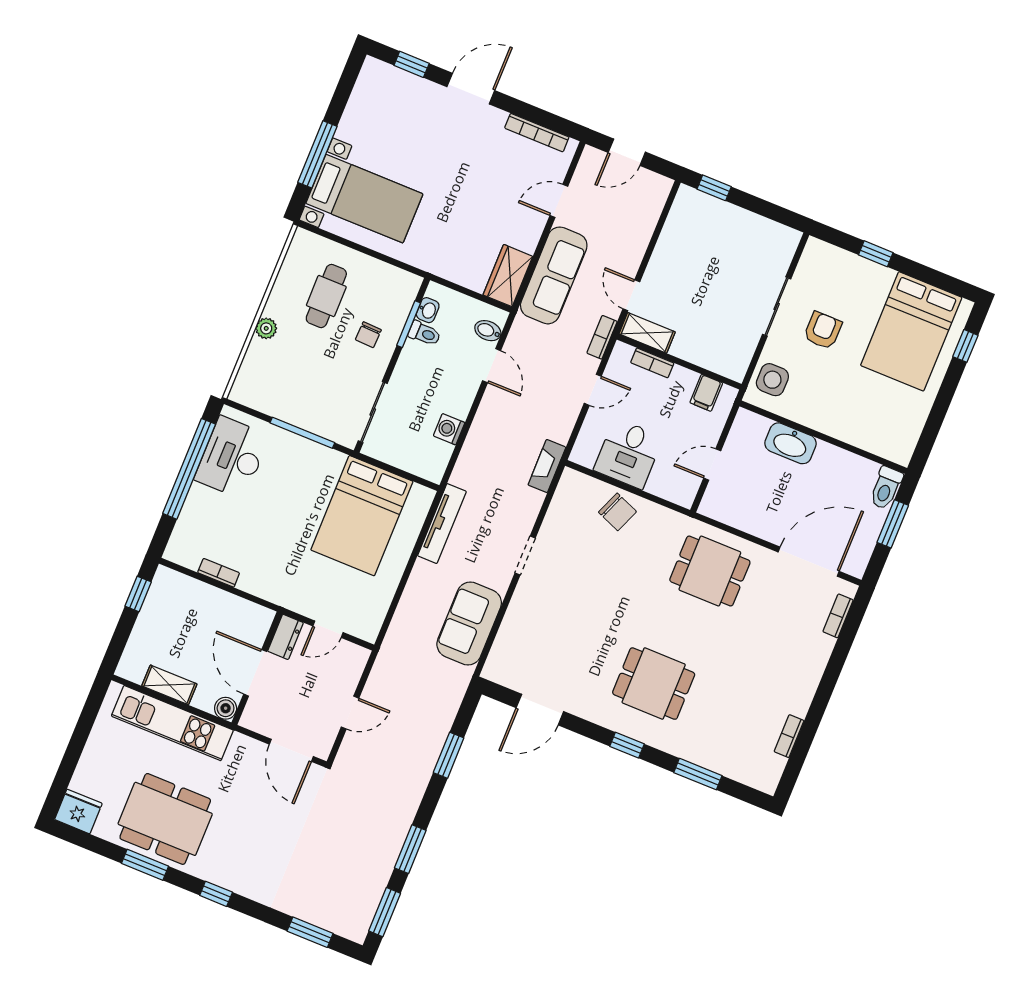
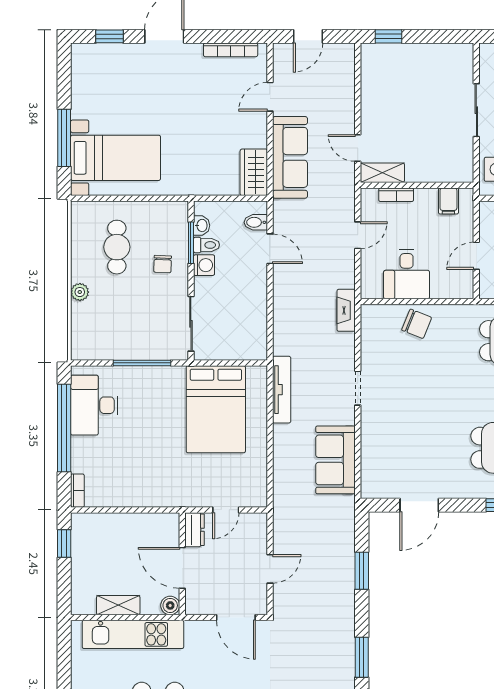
bookcase: (602, 337) -> (348, 191), removed
washing machine: (449, 429) -> (204, 265), moved, turned 180
bookcase: (219, 573) -> (77, 491), moved, turned 90

